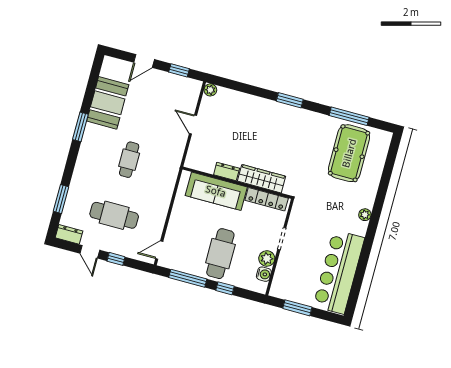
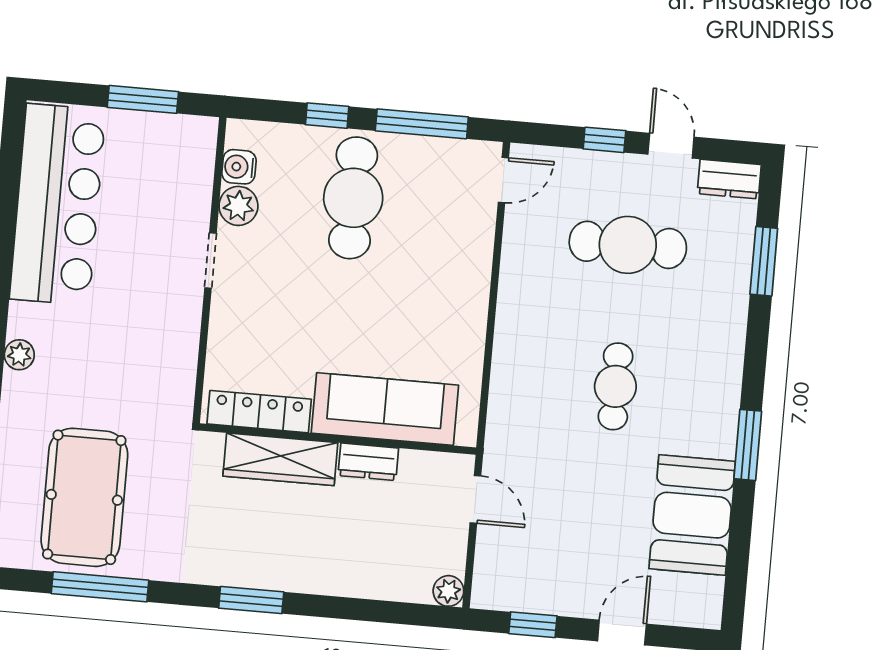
dresser: (227, 171) -> (368, 462), moved
wardrobe: (262, 179) -> (280, 459), moved
wall: (237, 183) -> (338, 439), moved
sofa: (216, 191) -> (385, 409), moved
locker: (267, 199) -> (259, 412), moved

